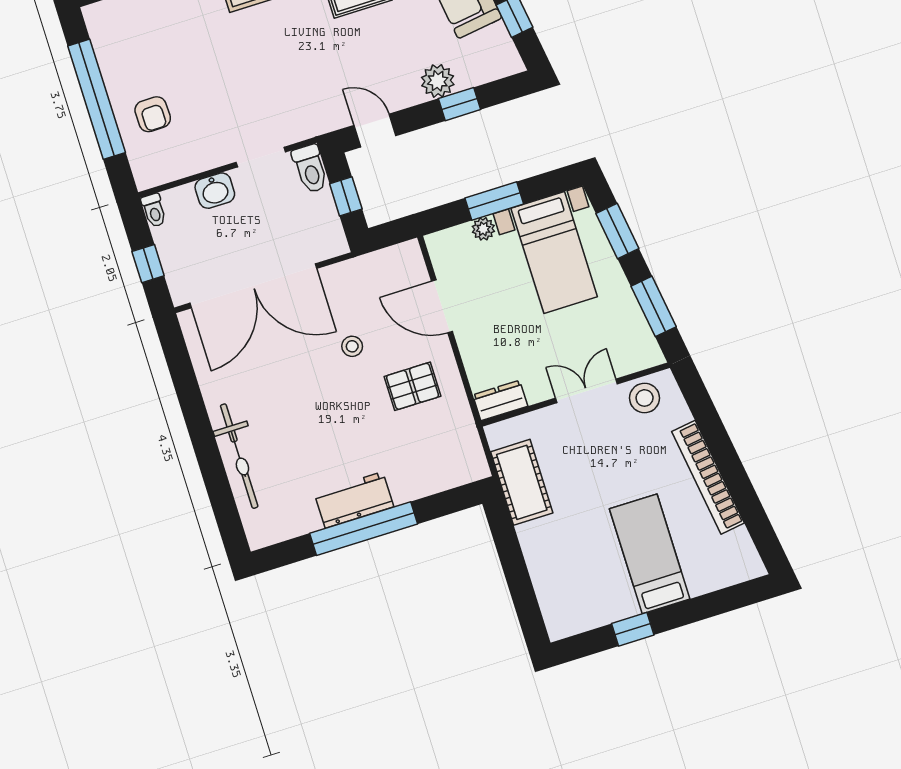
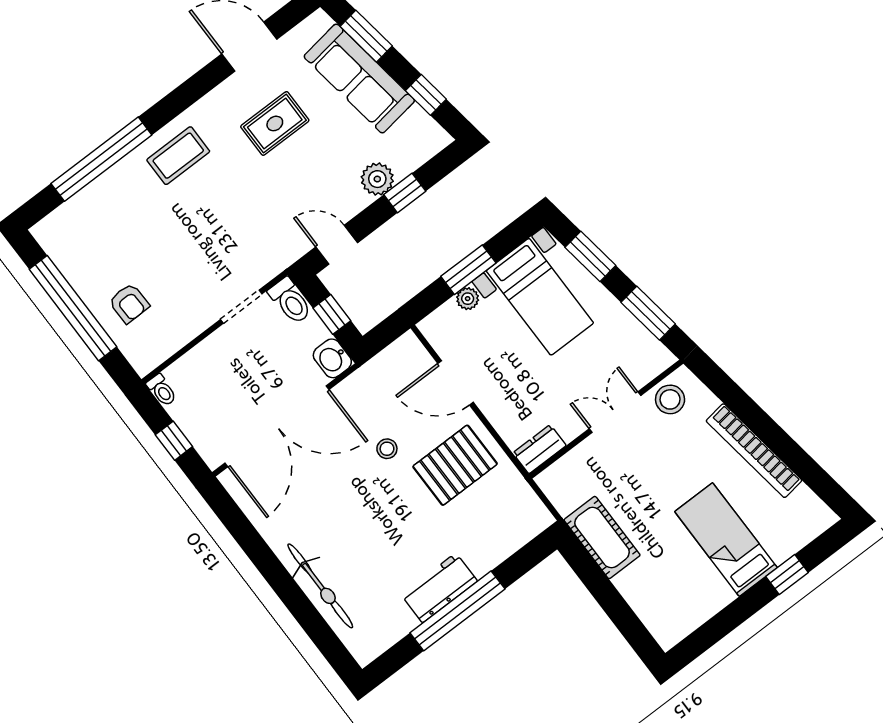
washbasin: (215, 191) -> (332, 358), moved, turned 90
pallet: (413, 386) -> (455, 465), width x1.50, depth x1.42
cot: (522, 482) -> (602, 538), moved
window: (633, 629) -> (787, 575), moved

